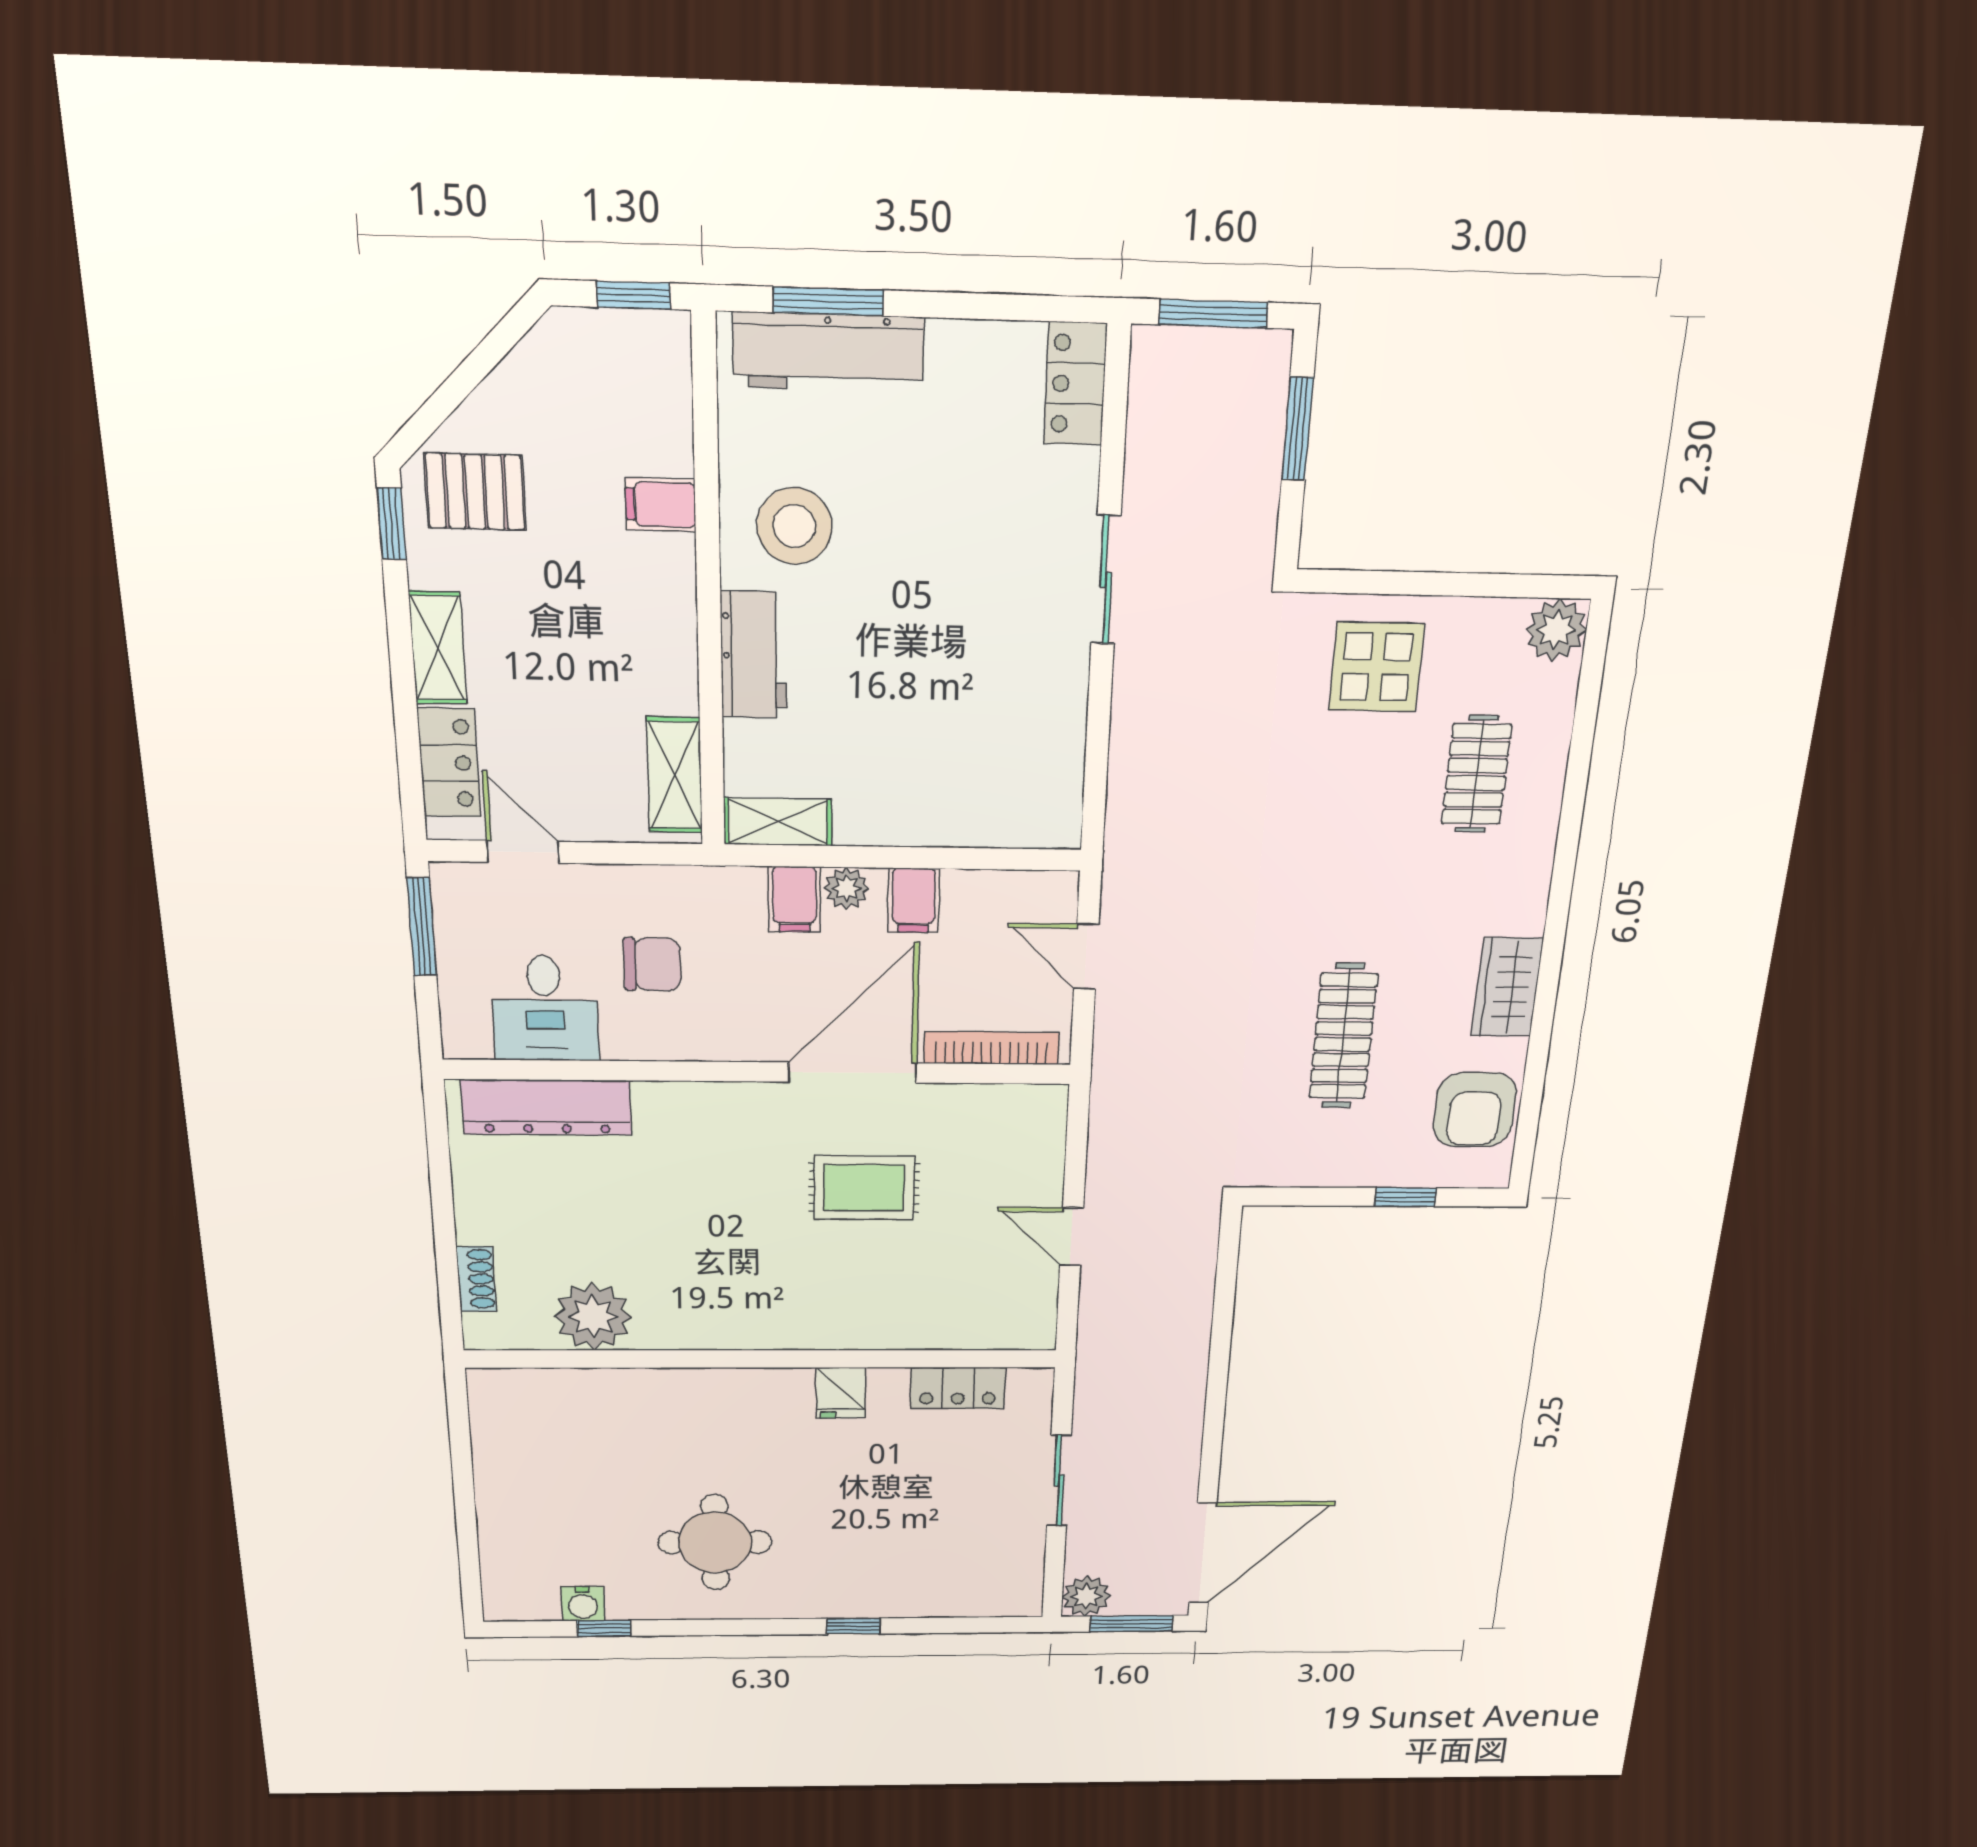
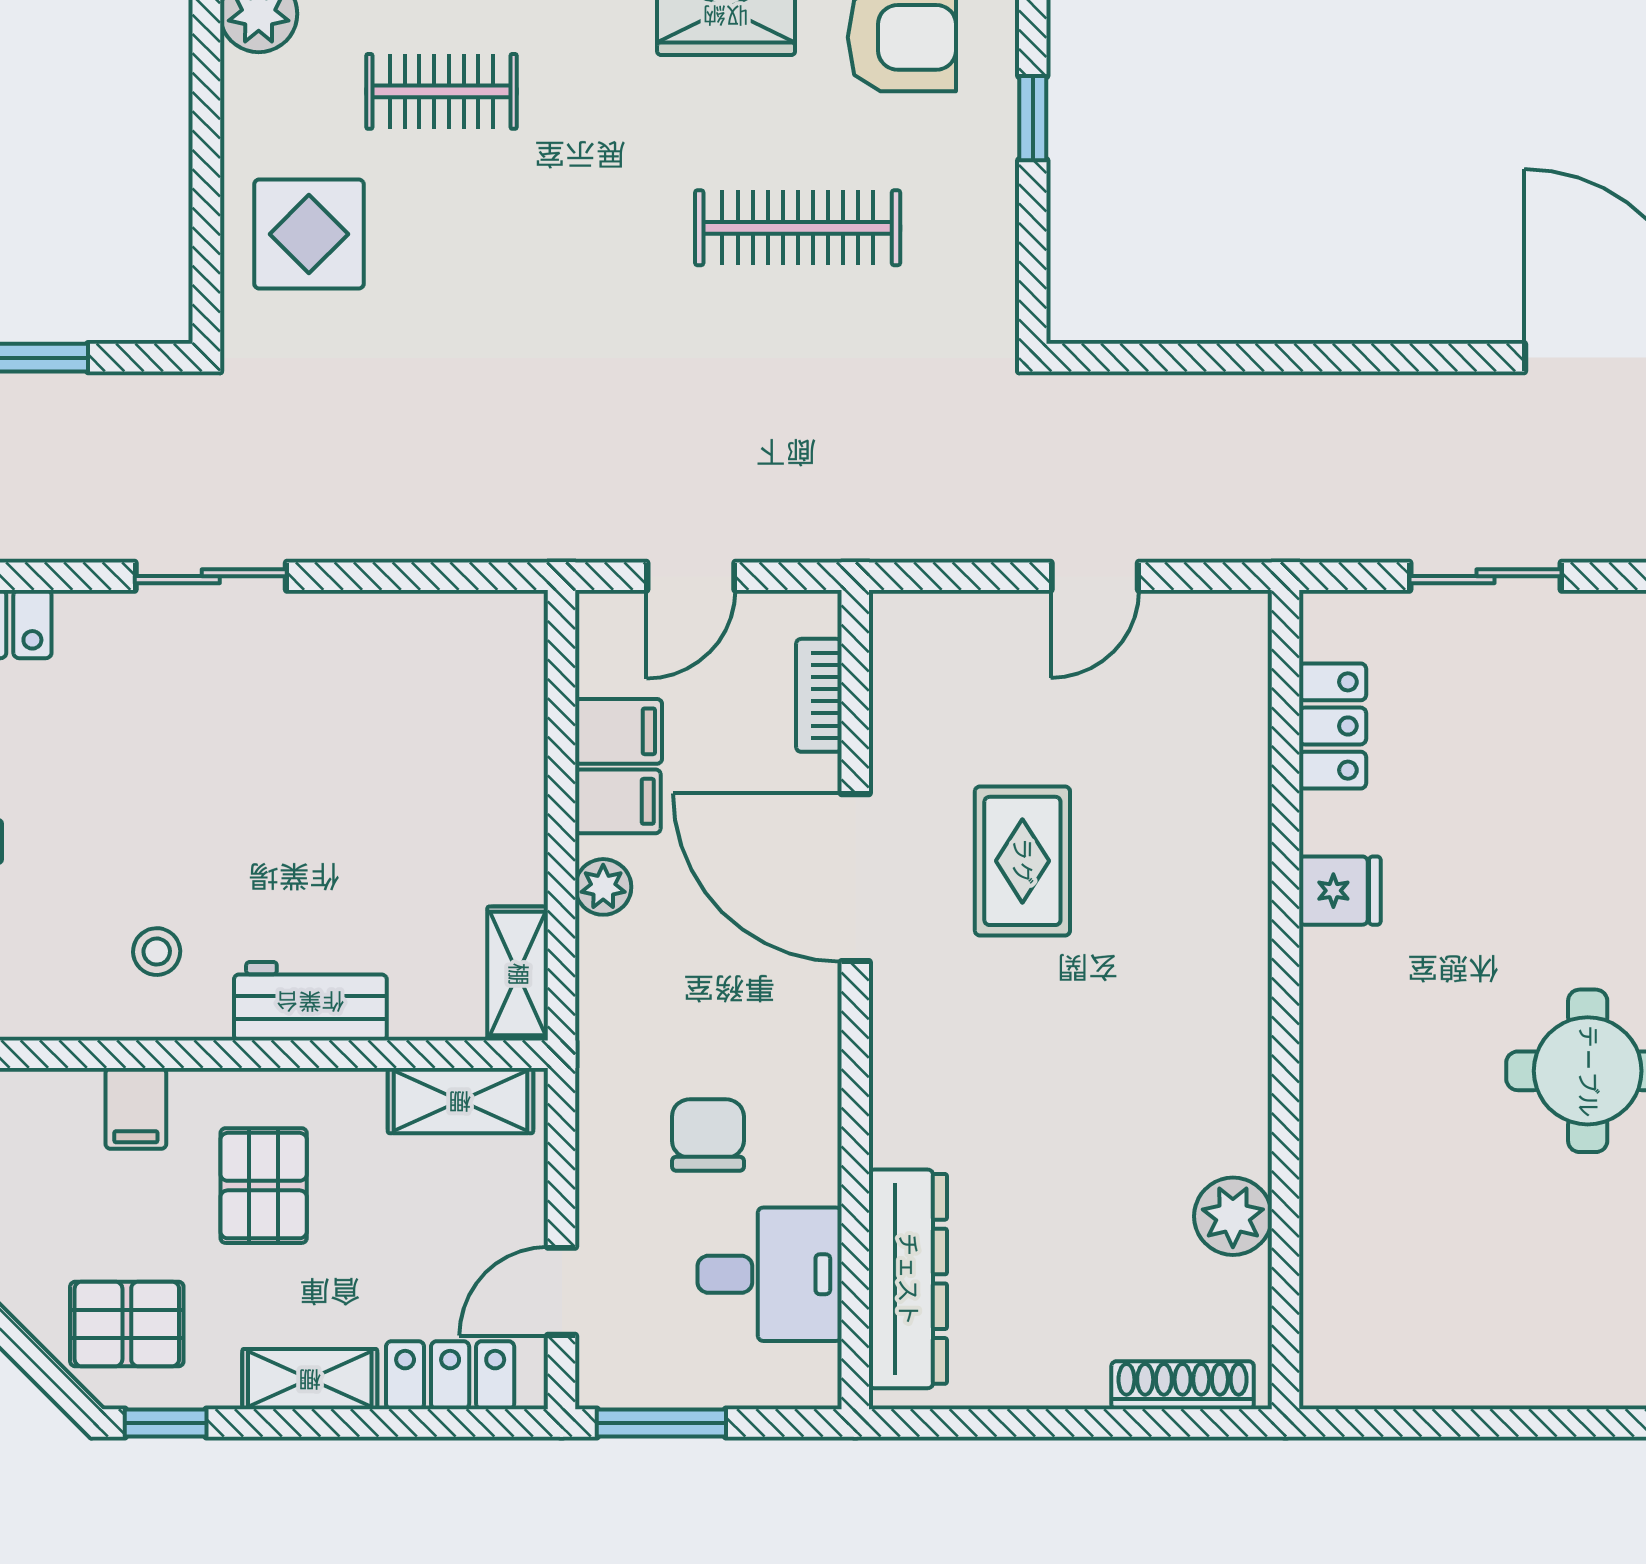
pallet: (475, 492) -> (127, 1324), turned 90
stool: (794, 526) -> (157, 952), width x0.53, depth x0.53
pallet: (599, 613) -> (264, 1186), added
filing cabinet: (794, 899) -> (619, 731), moved
bookcase: (991, 1048) -> (819, 695), width x0.64
shoe rack: (476, 1279) -> (1183, 1385), width x1.43
plant: (593, 1317) -> (1233, 1216), width x0.73, depth x0.73

